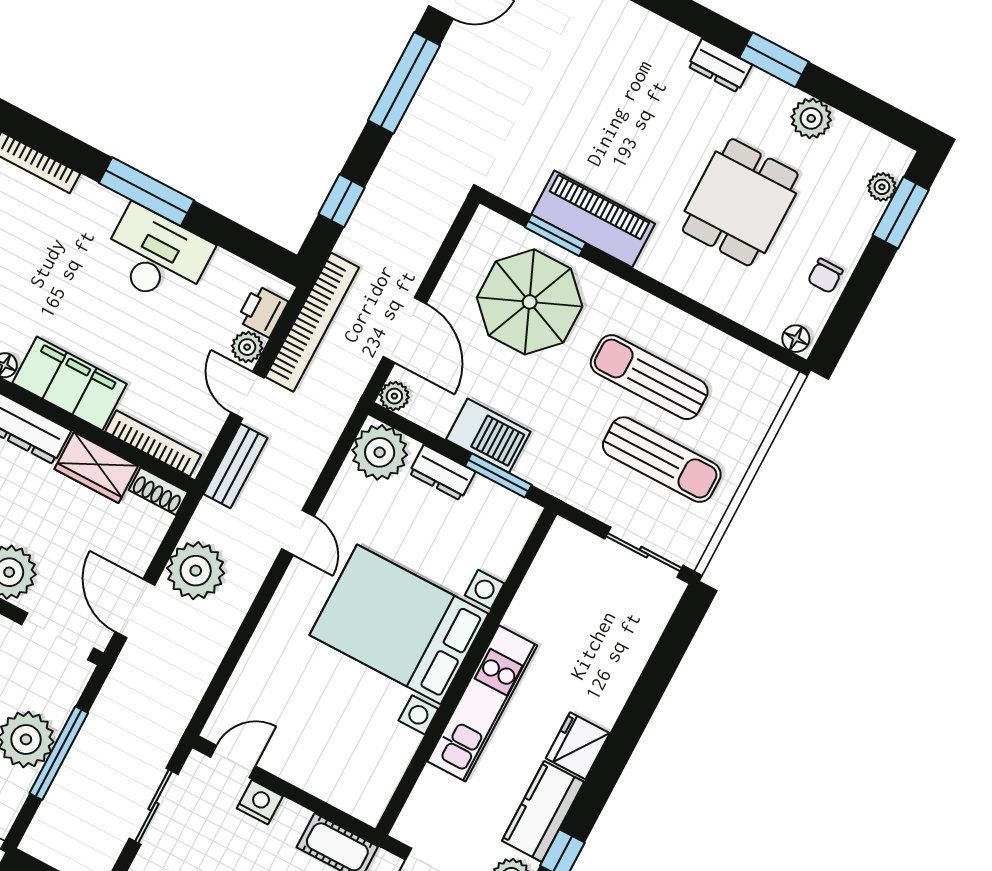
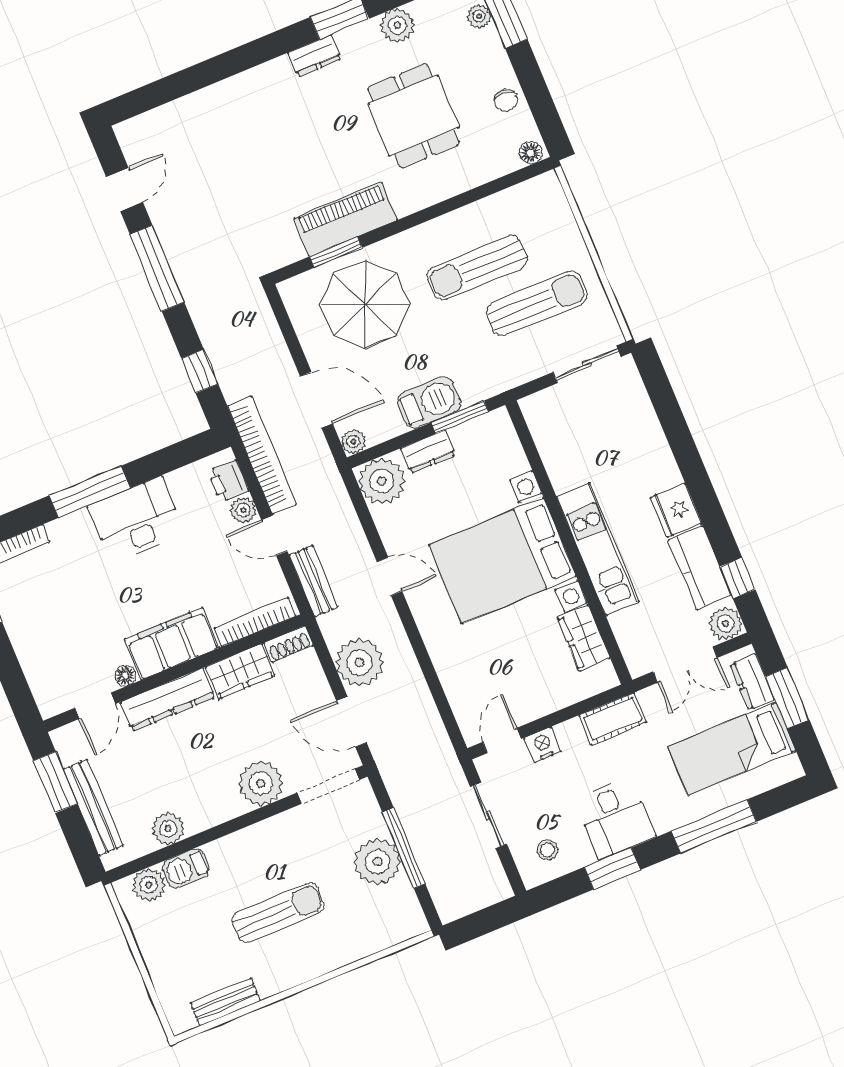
wardrobe: (390, 758) -> (584, 638), added

